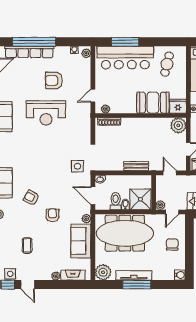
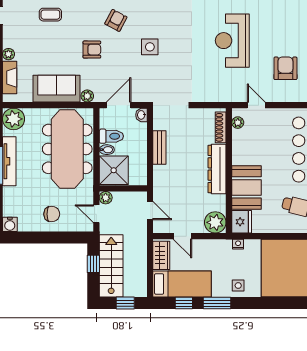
armchair: (54, 80) -> (285, 68), moved
dresser: (139, 124) -> (217, 169), added
side table: (77, 166) -> (150, 47), moved
bench: (136, 166) -> (159, 148), moved
door: (170, 173) -> (150, 211), hinge flipped

